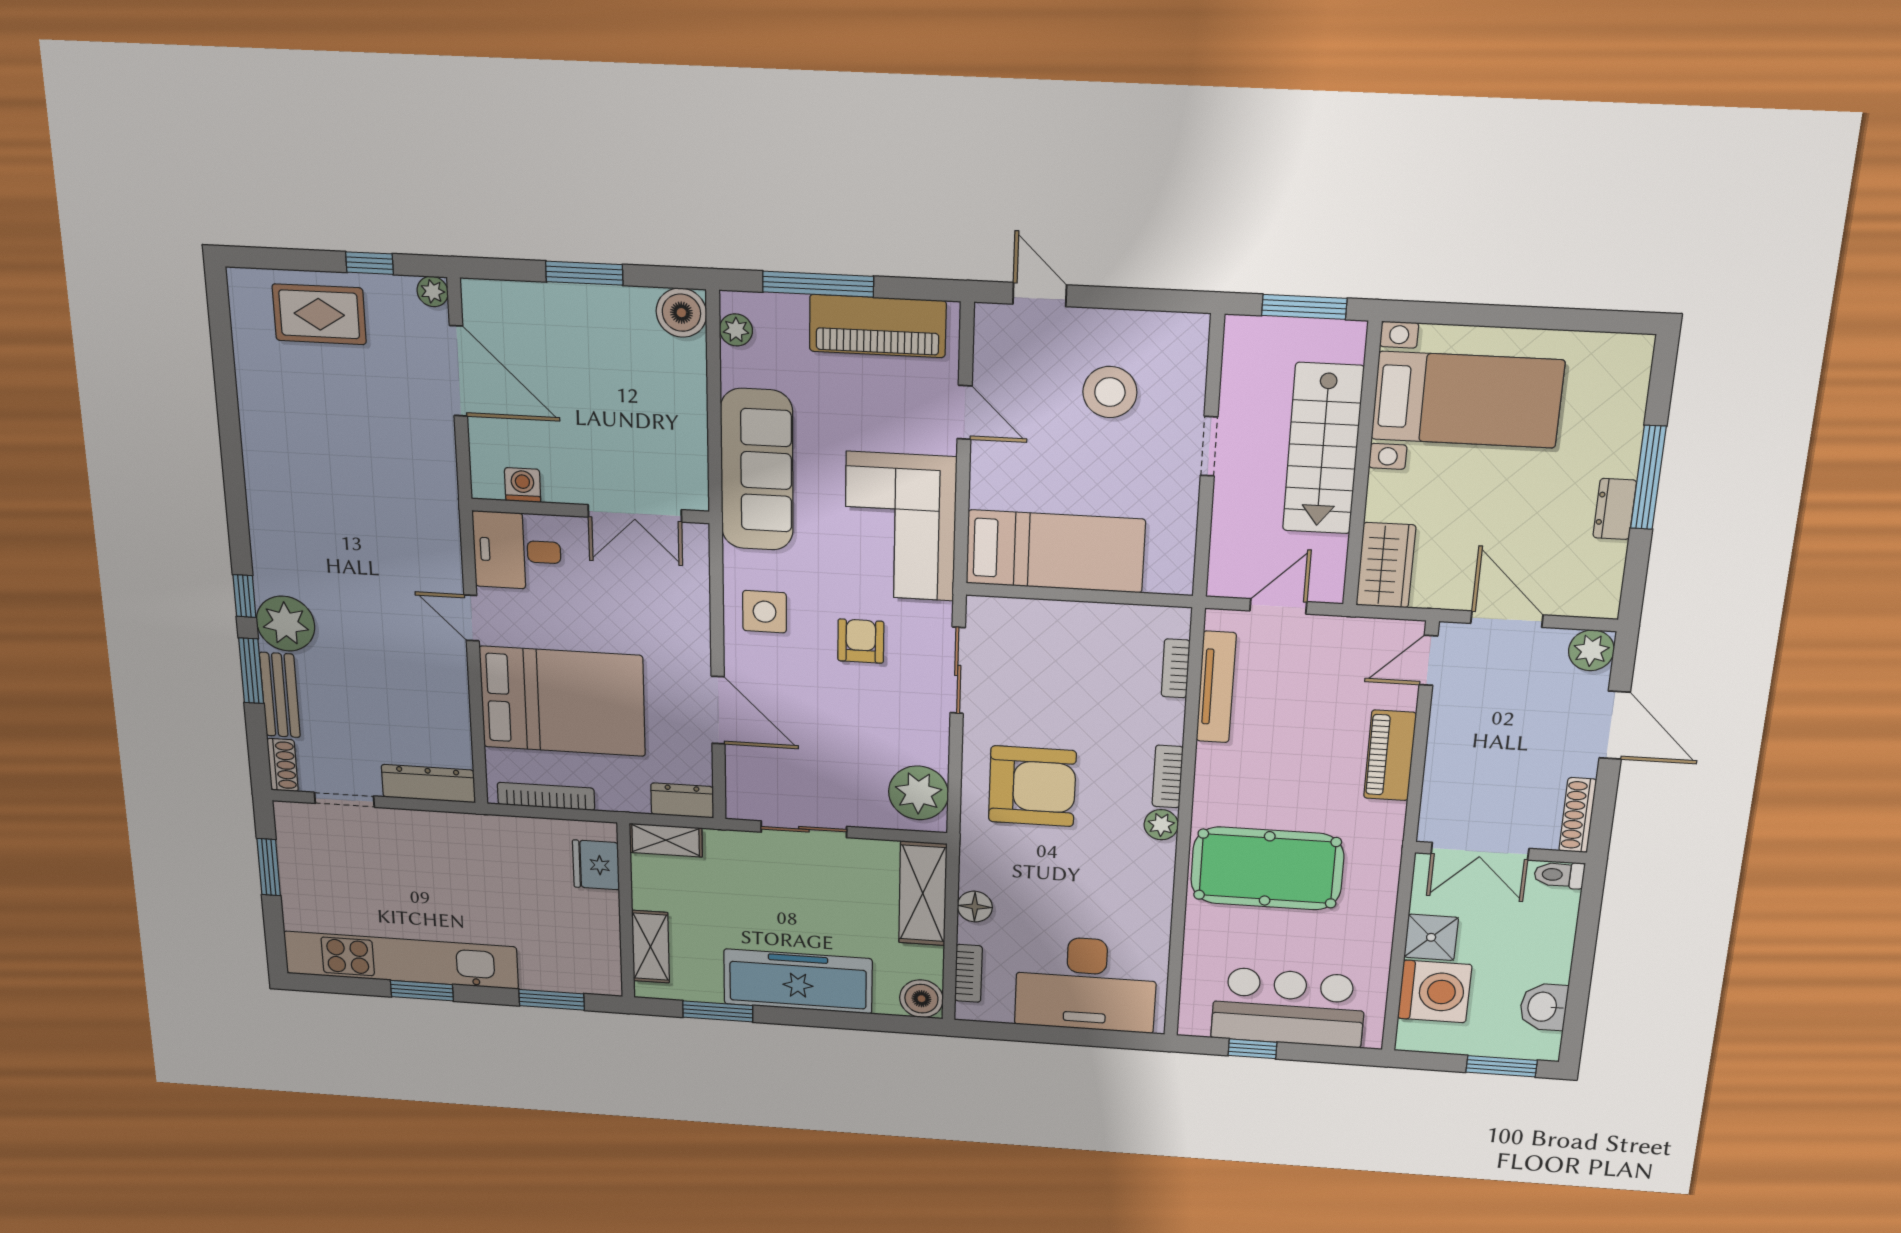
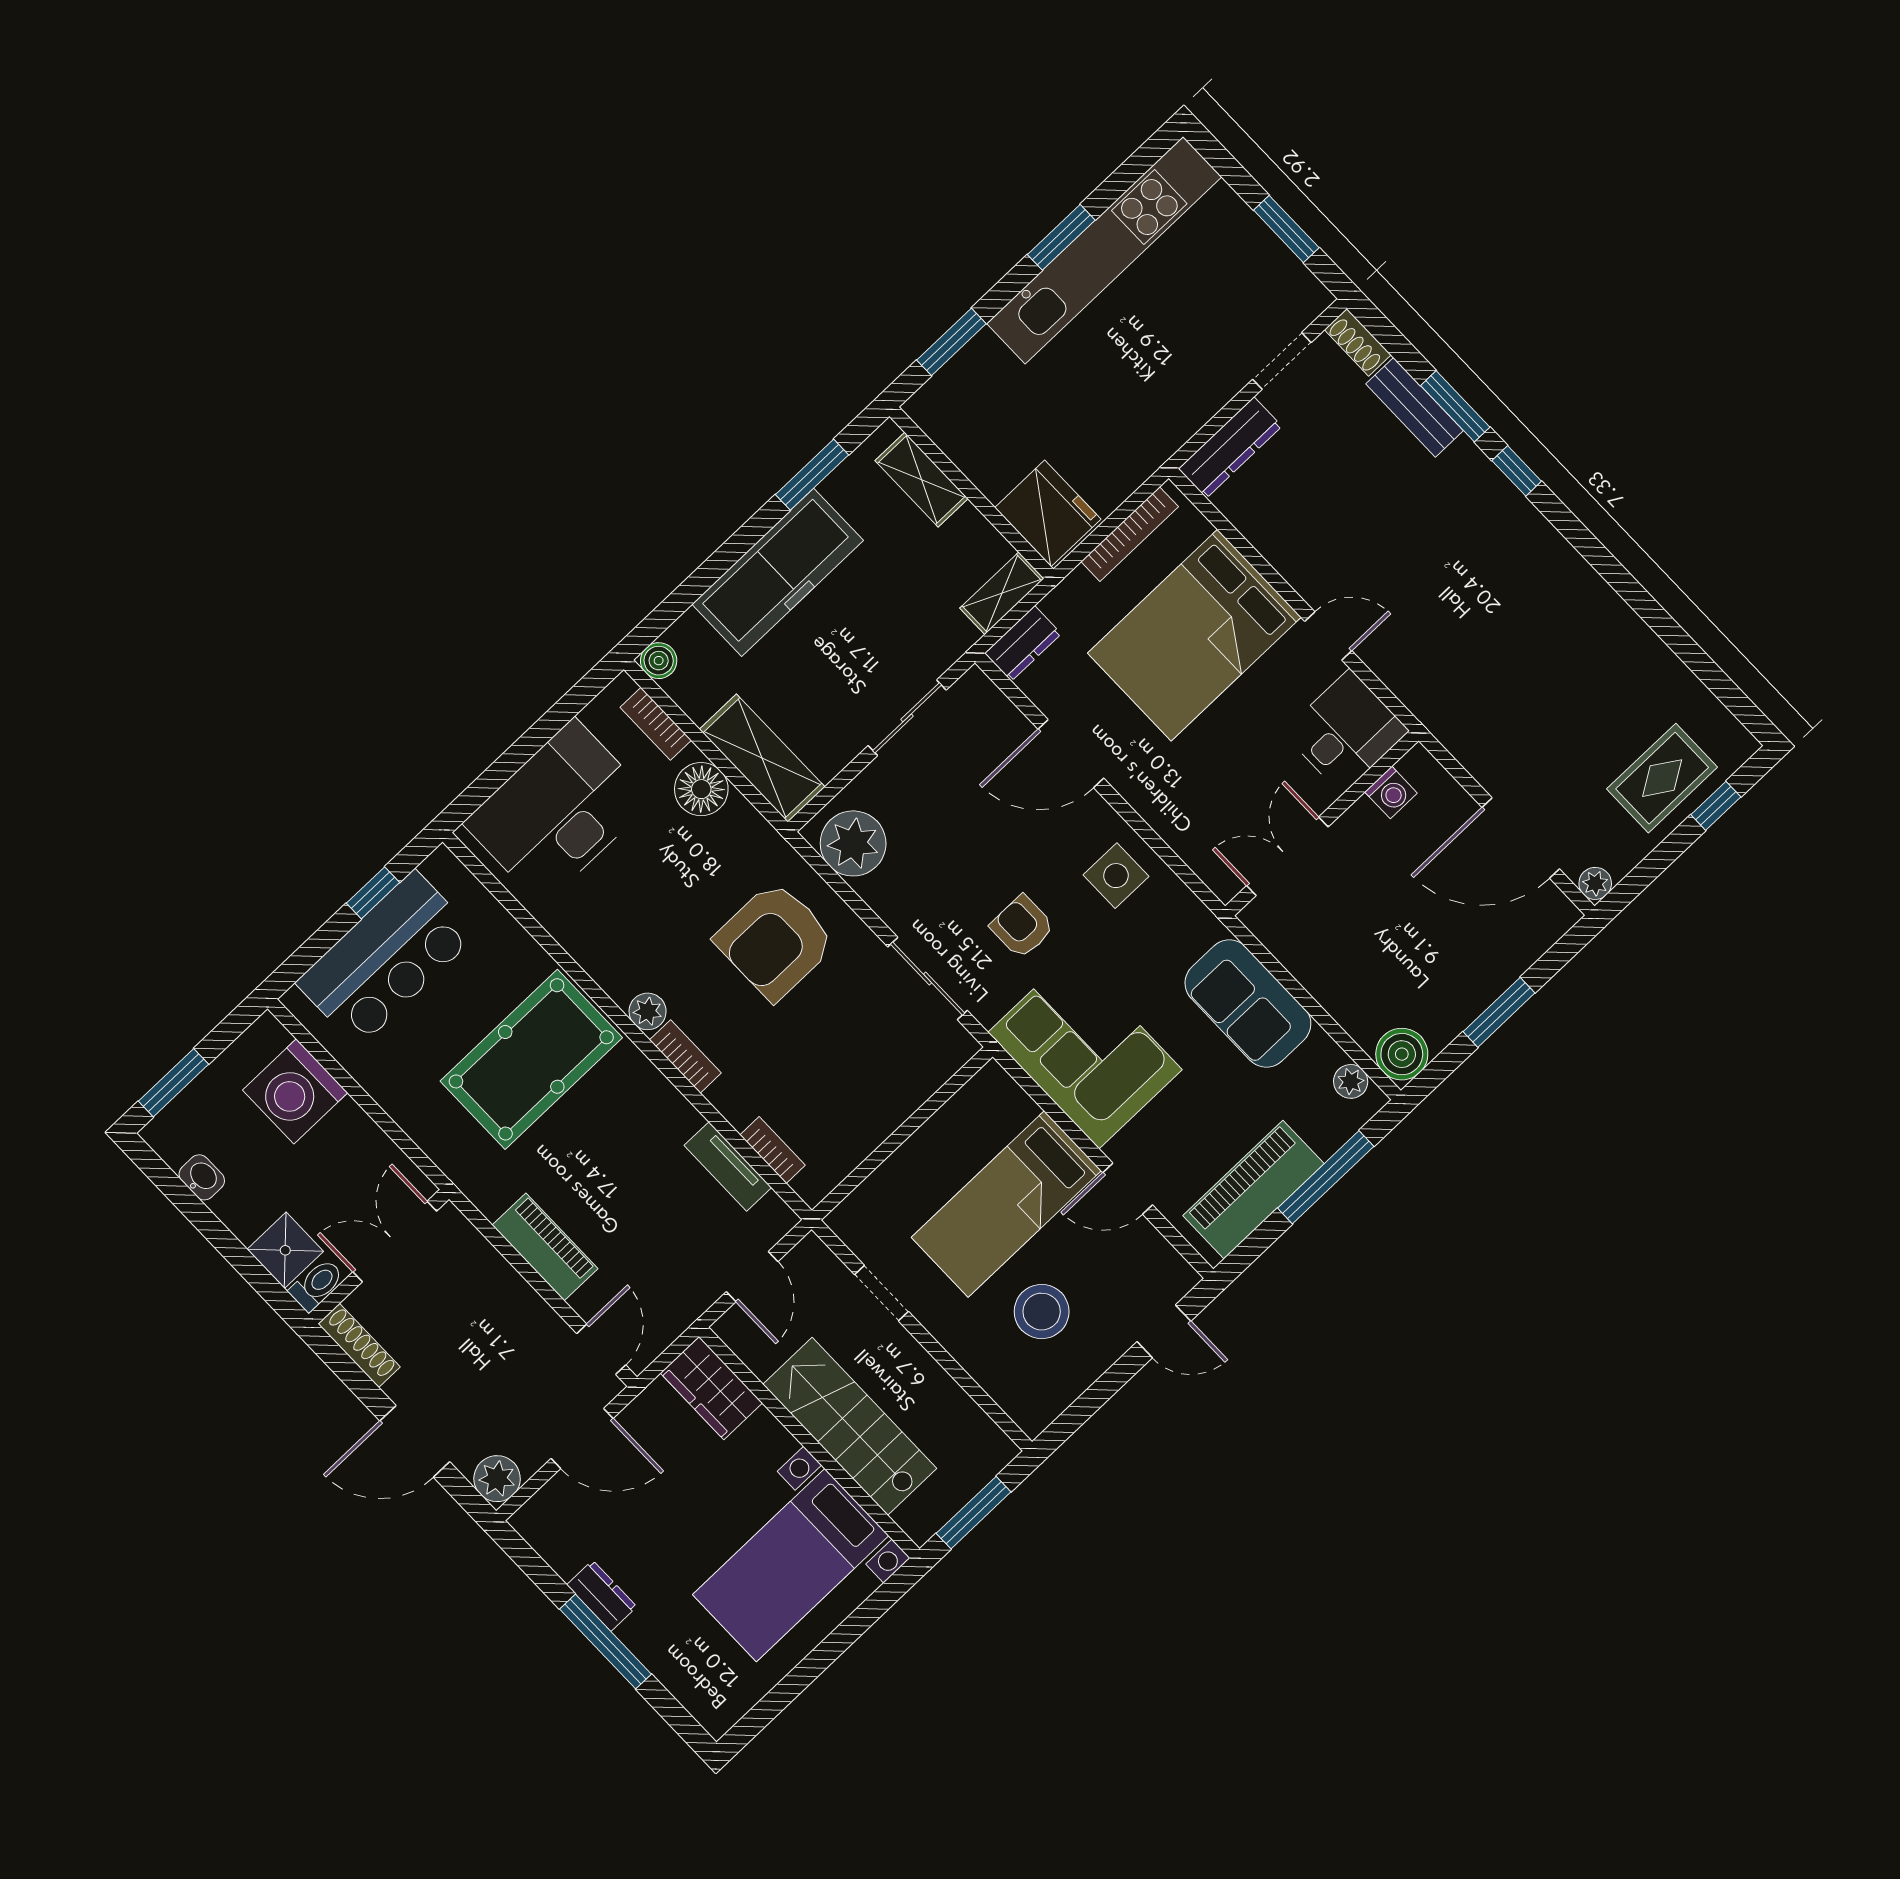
window: (369, 263) -> (1716, 806), moved
doorway: (1209, 446) -> (881, 1293), moved
sofa: (757, 470) -> (1248, 1003), width x0.73
bed: (1055, 551) -> (1006, 1204), moved
plant: (285, 624) -> (1465, 479), removed
armchair: (861, 641) -> (1022, 927), turned 180
tv unit: (1216, 687) -> (728, 1166), width x0.71
fridge: (596, 865) -> (1048, 513), width x1.36, depth x1.34
floor lamp: (975, 907) -> (701, 789), width x1.38, depth x1.38
shower: (1431, 937) -> (285, 1250), moved
boiler: (921, 999) -> (659, 661), width x0.73, depth x0.73
washbasin: (1544, 1007) -> (202, 1177), width x0.72, depth x0.69

